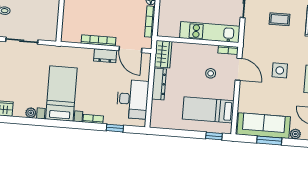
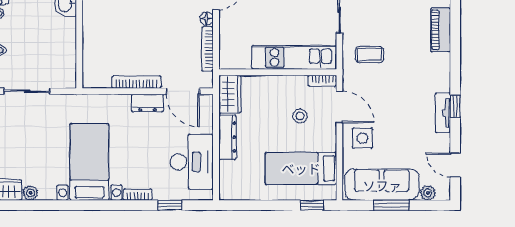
coffee table: (279, 19) -> (370, 55), moved
side table: (280, 70) -> (363, 138), moved
plant: (31, 113) -> (30, 193), moved

